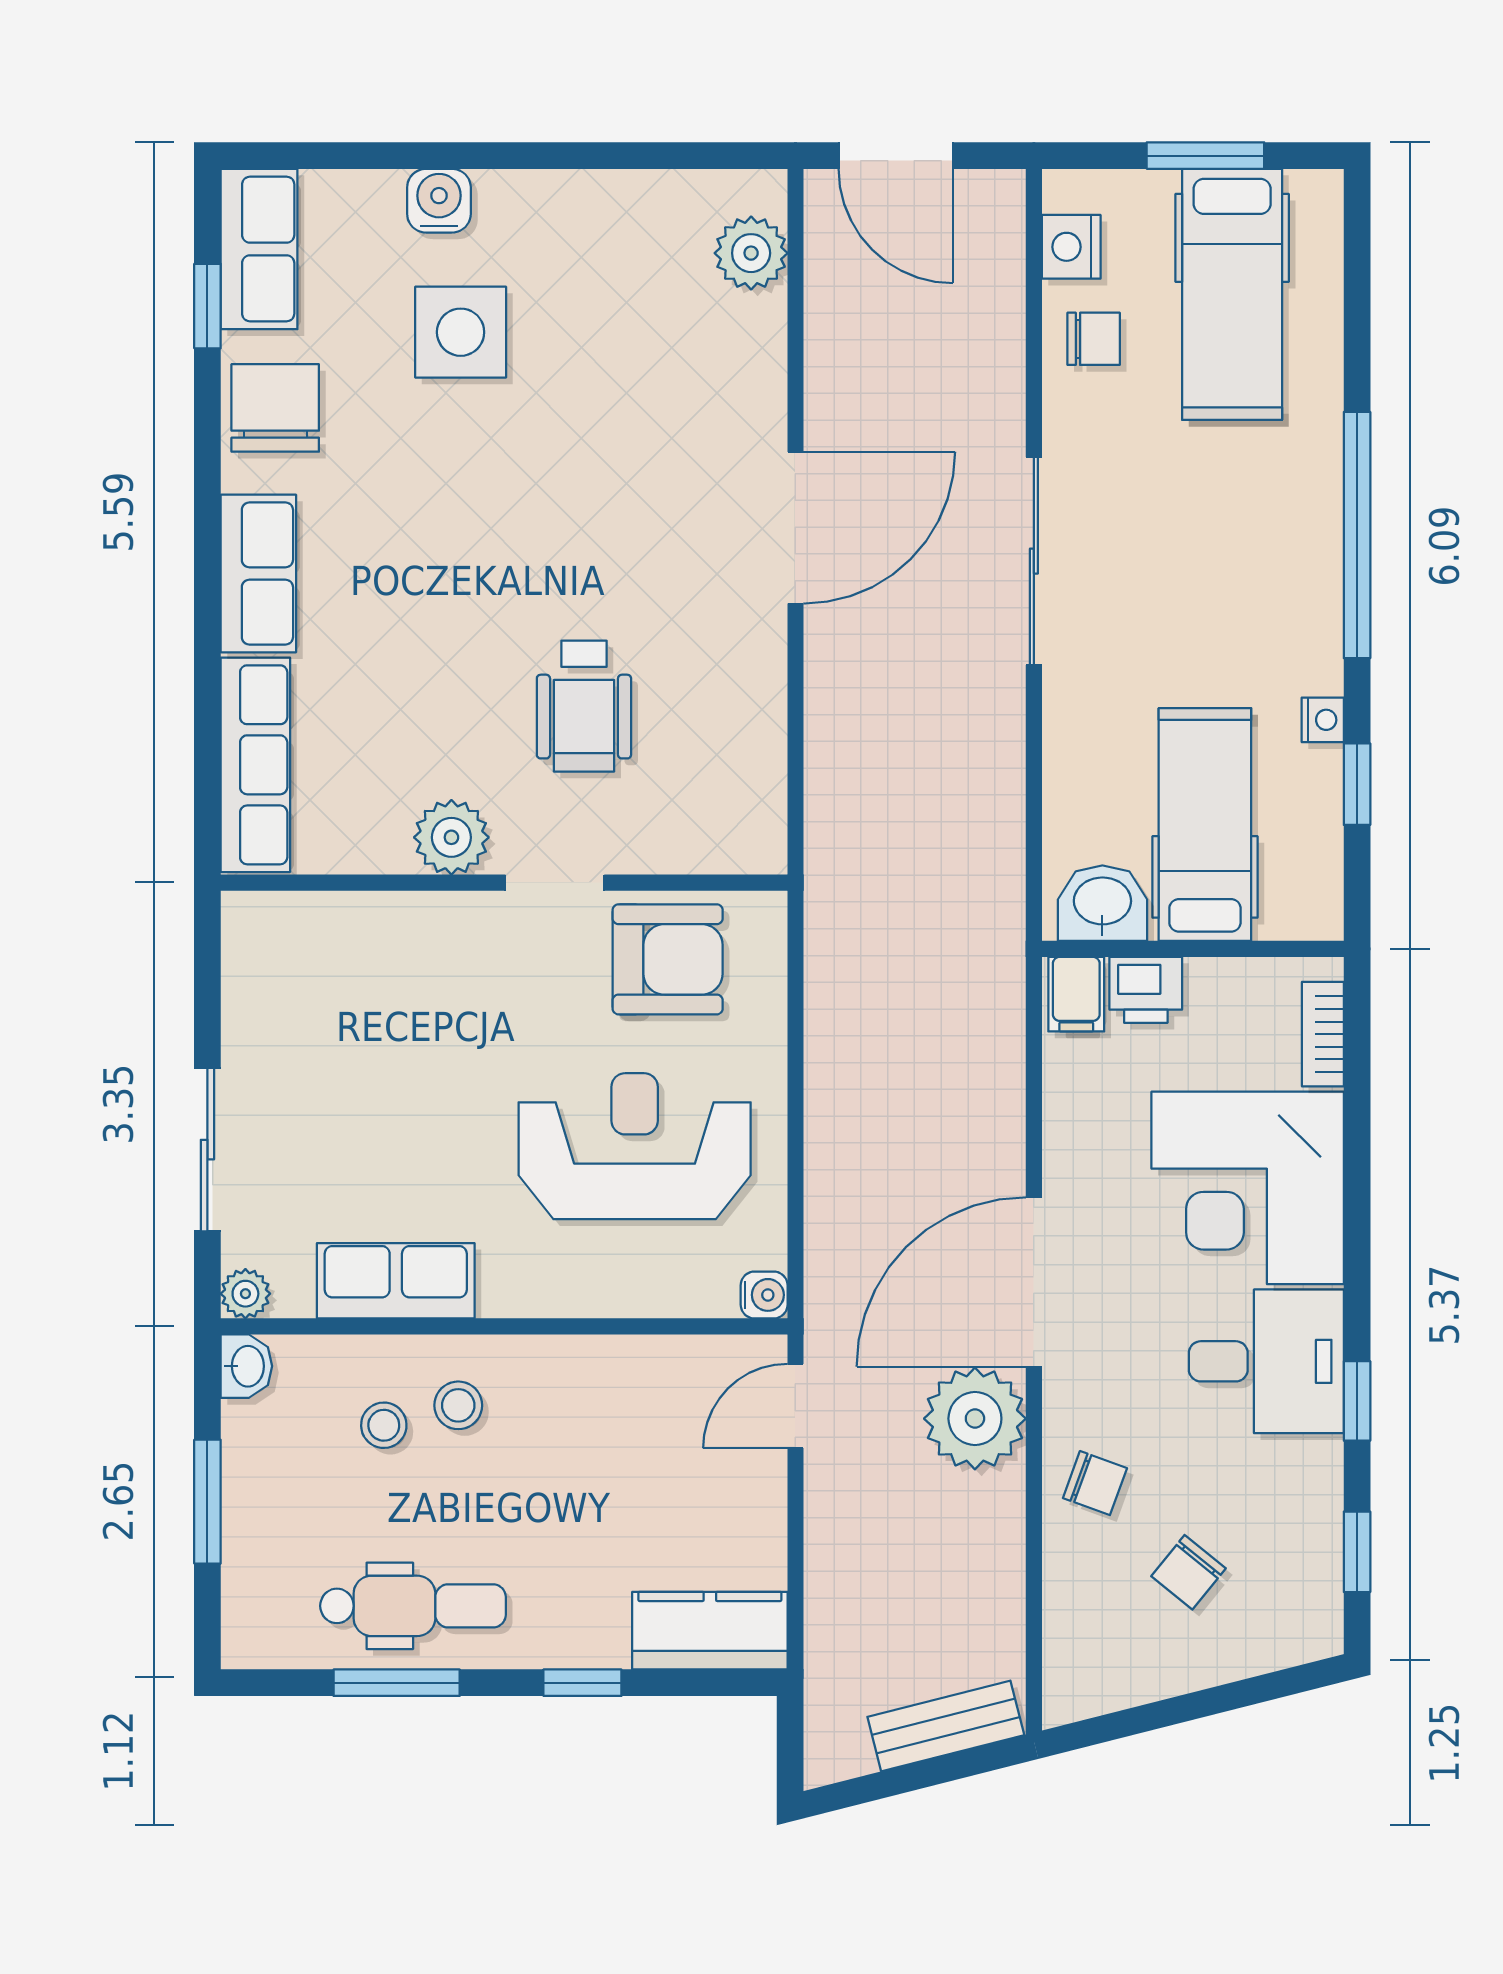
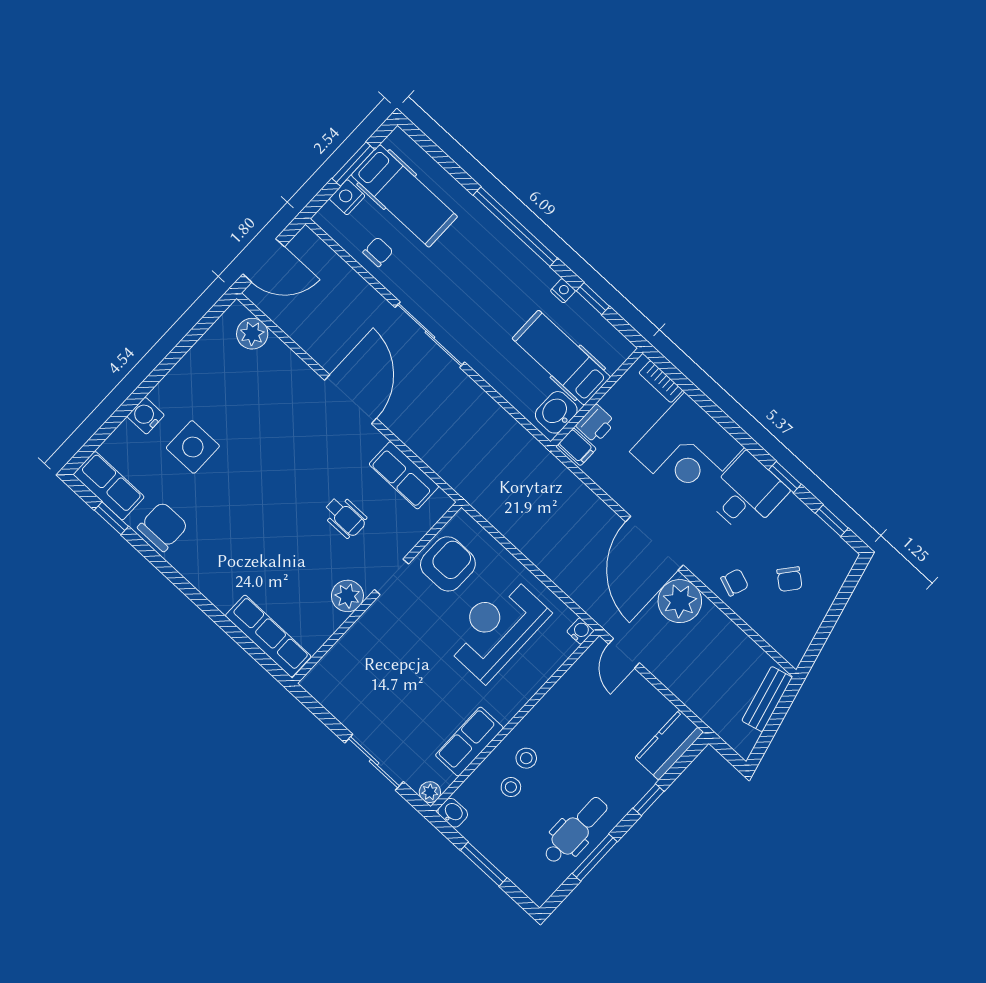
nightstand: (1071, 247) -> (347, 197), moved, turned 90
chair: (275, 408) -> (163, 527), turned 90
row of seats: (258, 573) -> (404, 475), moved, turned 180
wheelchair: (584, 706) -> (345, 517), width x0.73, depth x0.73

